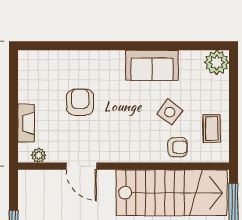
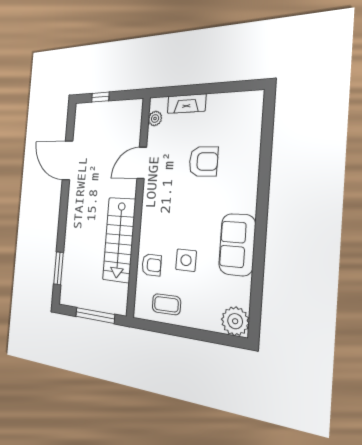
side table: (170, 112) -> (186, 260), turned -37
armchair: (178, 147) -> (151, 265), turned -90
stairs: (172, 193) -> (119, 240), width x0.73, depth x0.66

